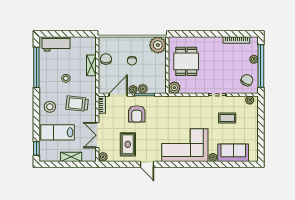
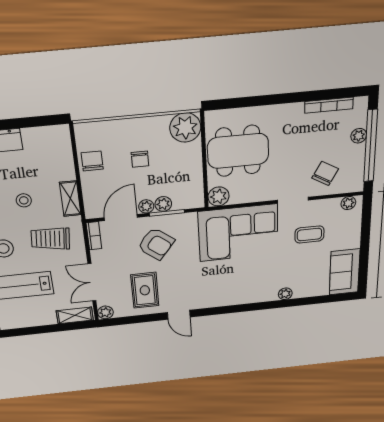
dining table: (186, 61) -> (238, 151), width x1.38
shelving: (91, 65) -> (70, 199), moved
chair: (247, 80) -> (325, 173), moved
armchair: (137, 114) -> (156, 244), turned -52
corner sofa: (185, 145) -> (238, 233), moved, turned 180
sofa: (233, 153) -> (345, 272), moved, turned -90
shelving: (71, 157) -> (75, 315), moved

